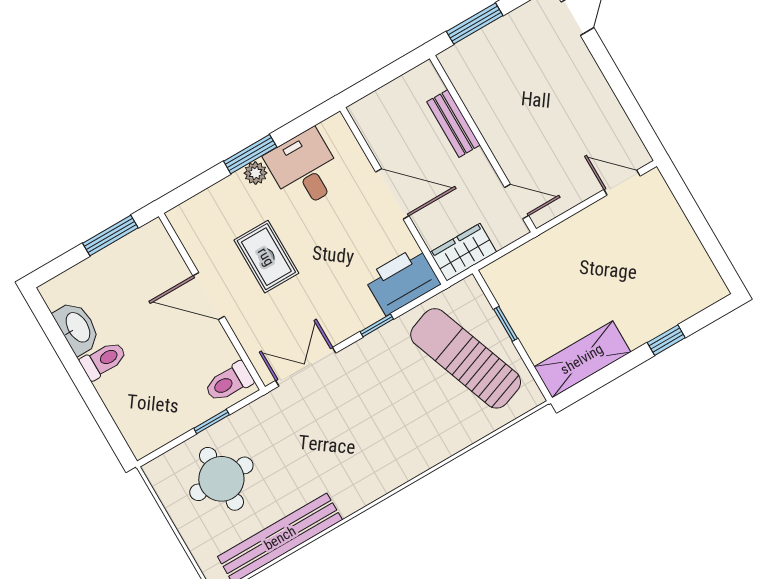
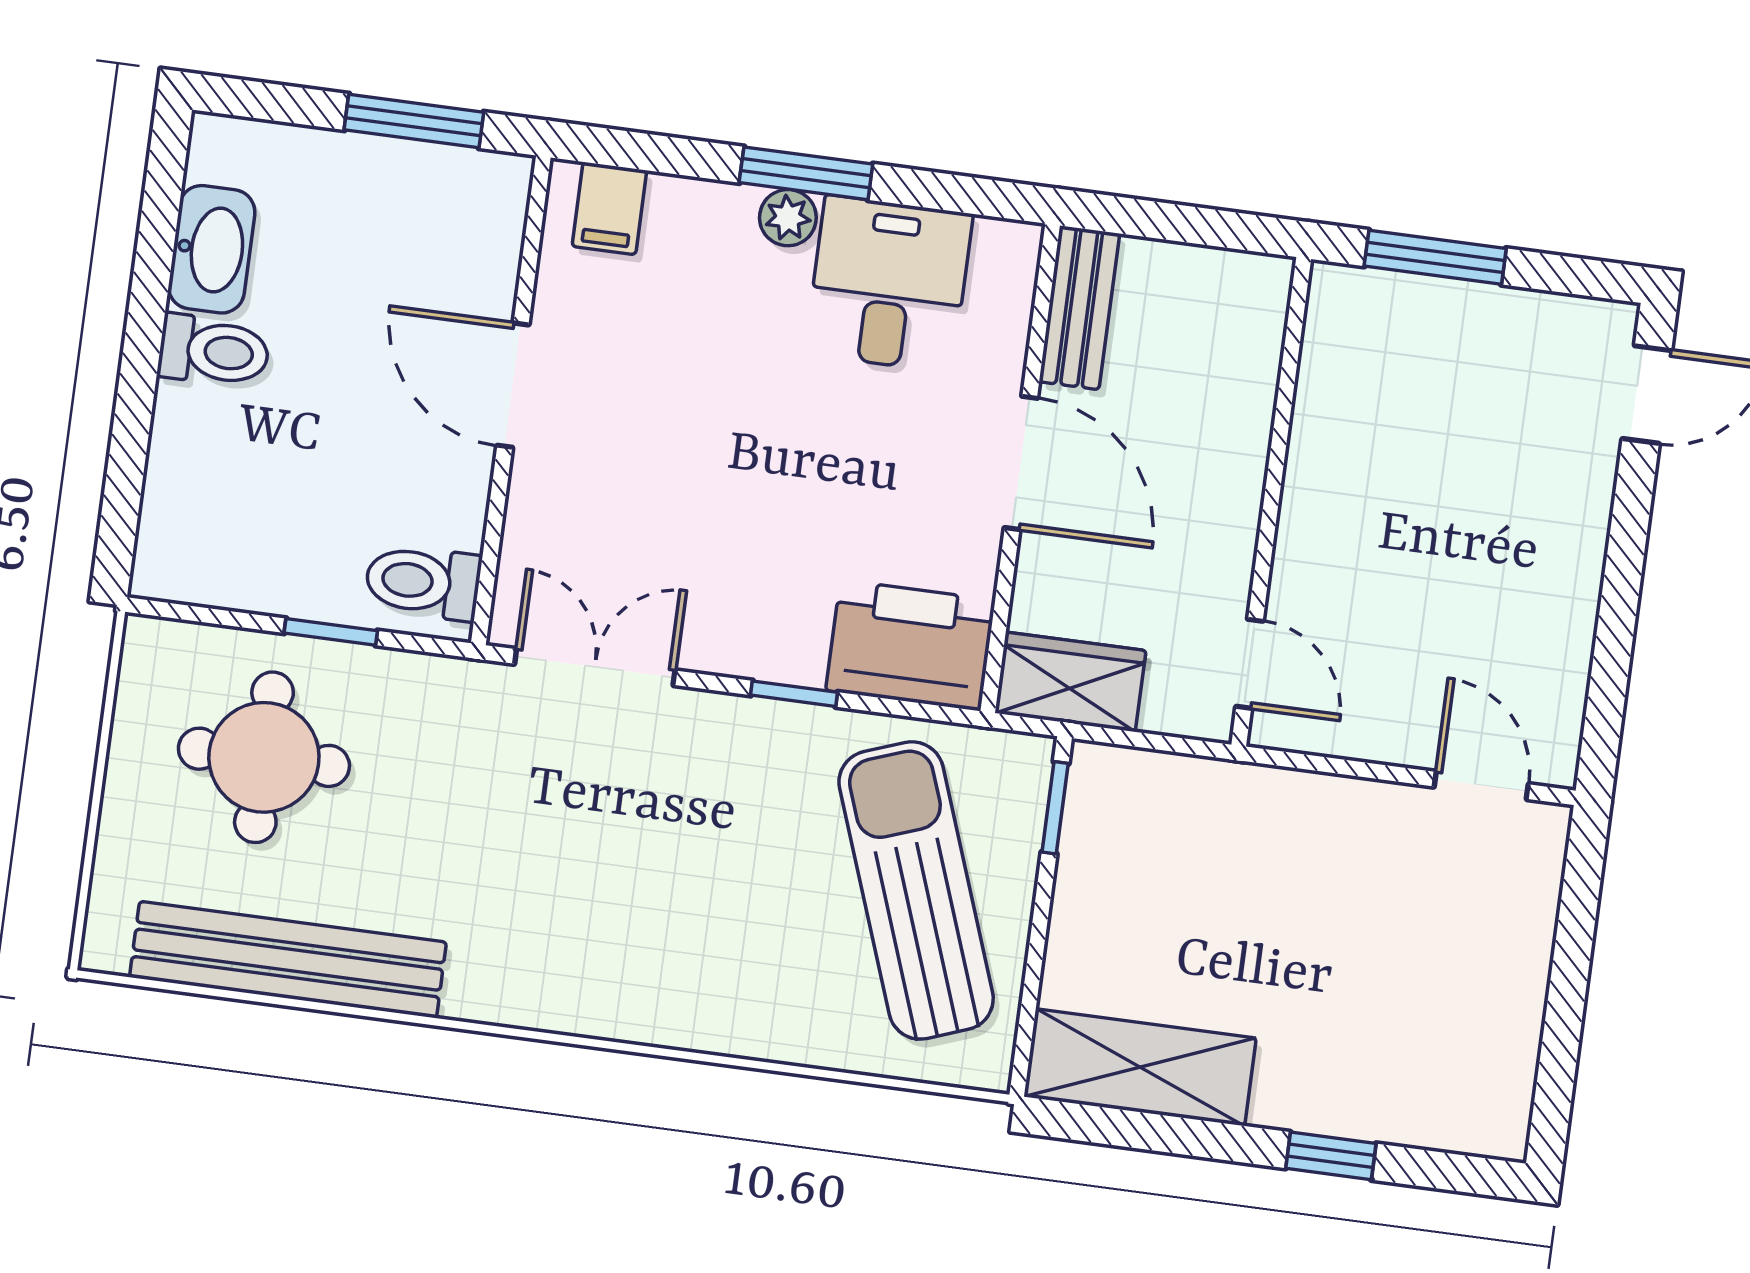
bench: (453, 123) -> (1079, 308), moved
filing cabinet: (195, 215) -> (609, 208), added
rug: (266, 257) -> (684, 395), removed
window: (506, 324) -> (1055, 808), moved

